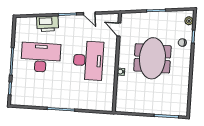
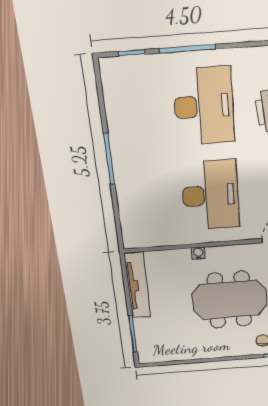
desk: (88, 61) -> (210, 195), turned -90
tv unit: (136, 108) -> (138, 286), added

